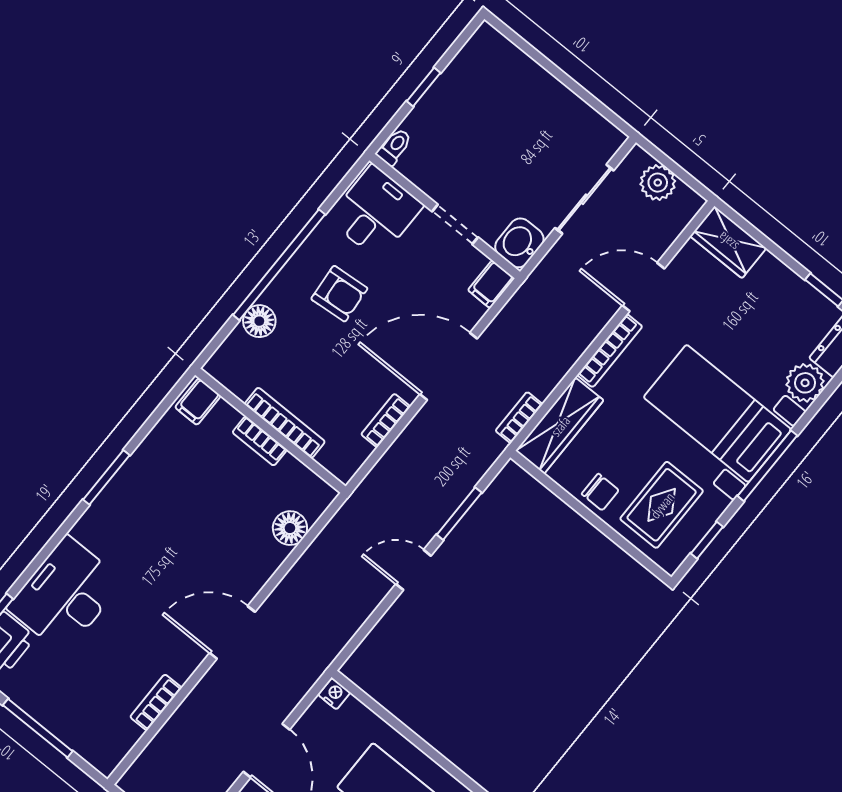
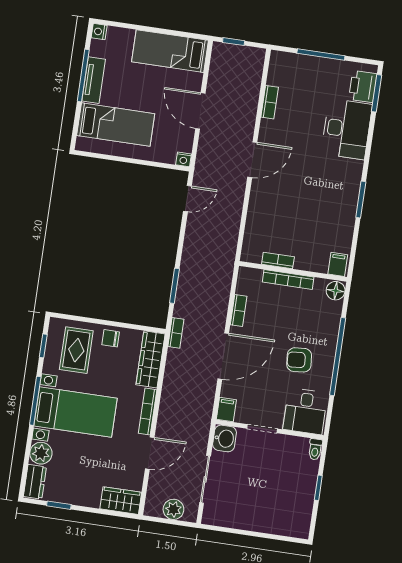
floor lamp: (259, 321) -> (336, 291), moved
bookcase: (519, 417) -> (176, 333), moved
bookcase: (260, 441) -> (278, 260), moved
floor lamp: (290, 528) -> (254, 229), removed
door: (413, 570) -> (187, 199), moved

